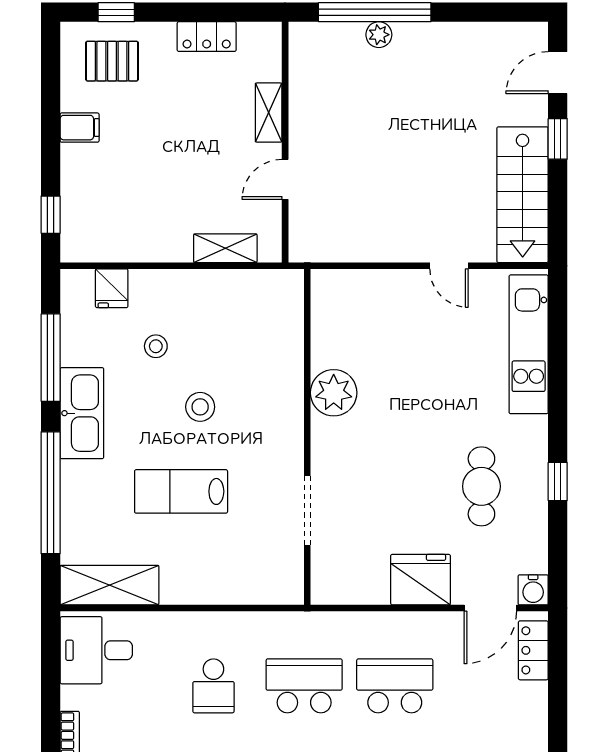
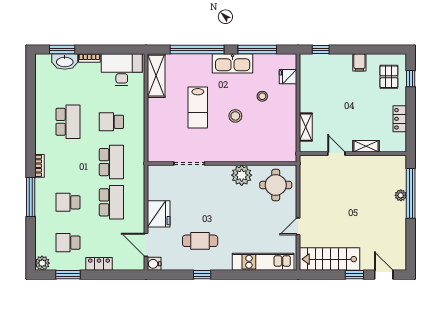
round table: (356, 316) -> (276, 185), added
lab bench: (181, 491) -> (198, 107), turned 180
desk: (96, 650) -> (122, 70), width x1.37
locker: (533, 650) -> (99, 264), moved

